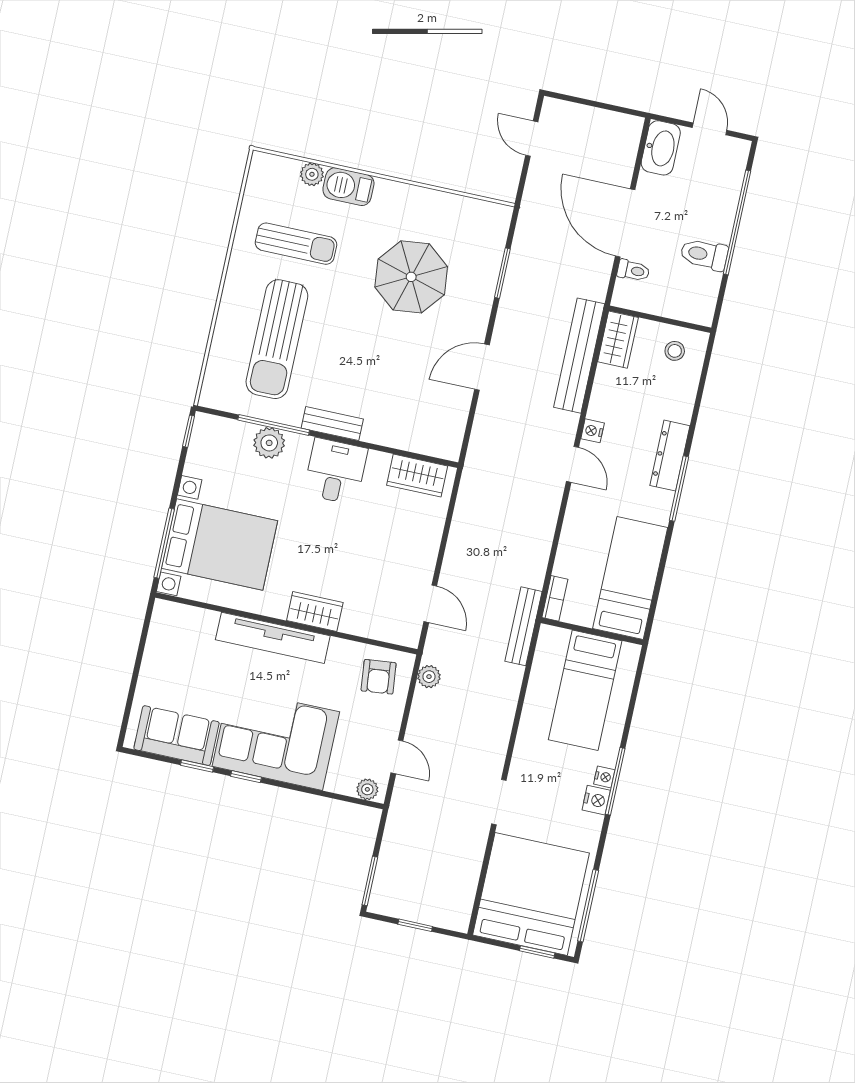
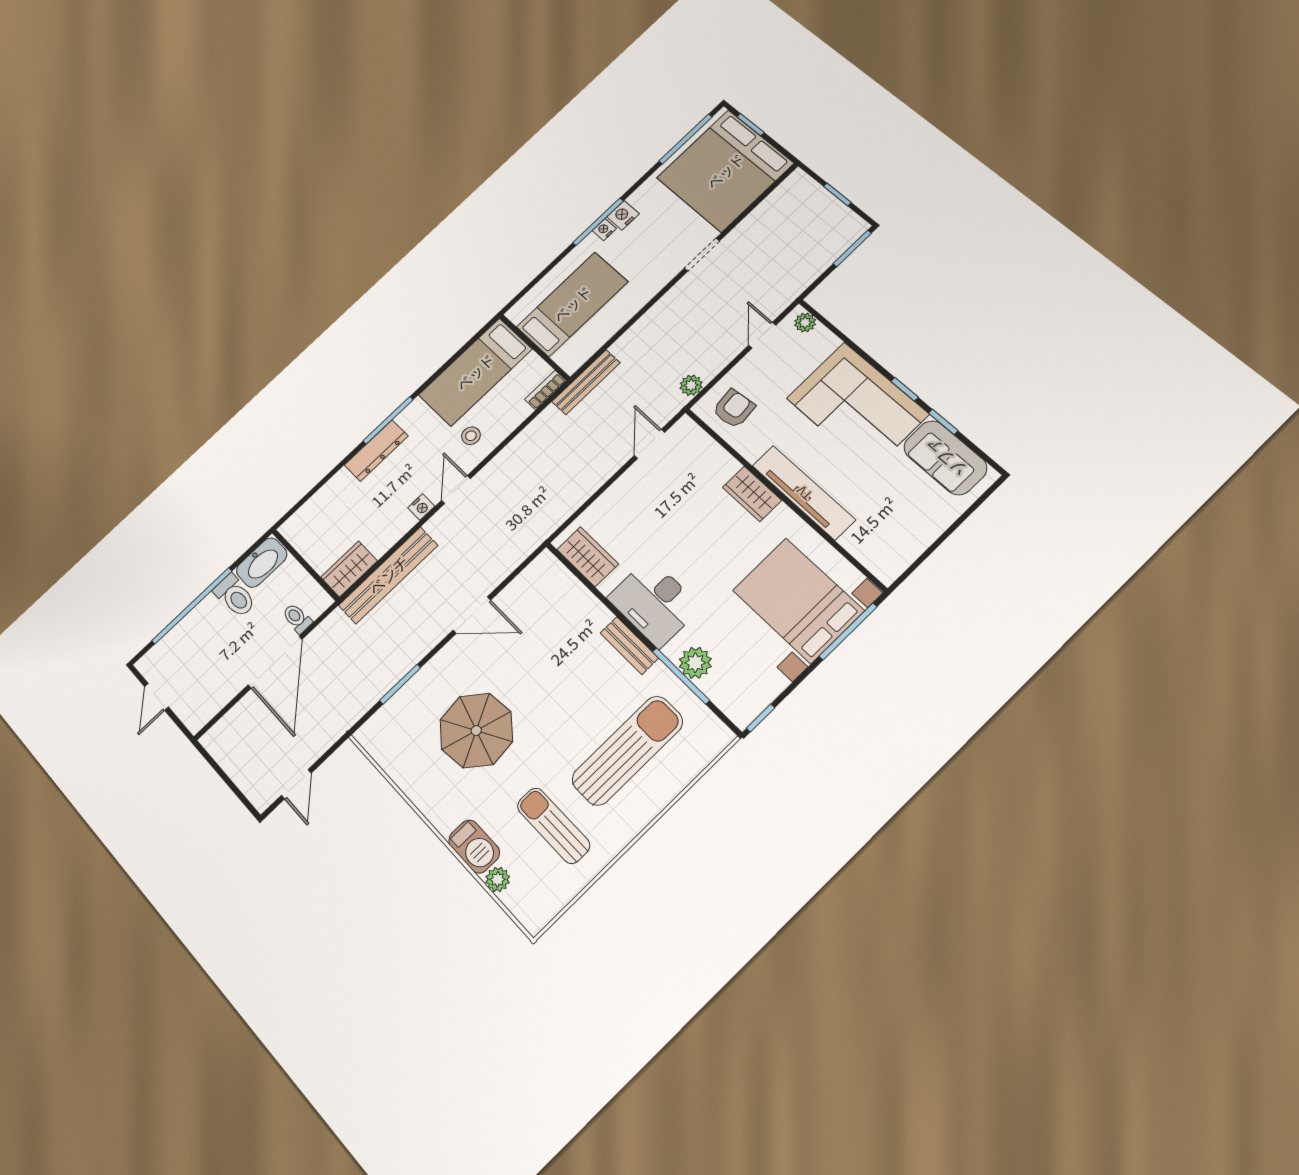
washbasin: (661, 148) -> (262, 563), moved, turned 180
stool: (675, 351) -> (471, 436), moved
desk: (335, 471) -> (654, 603), width x1.37

